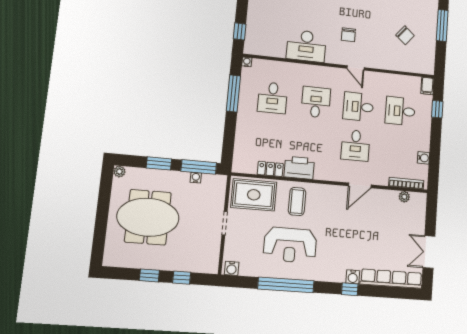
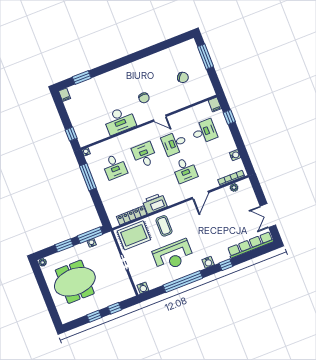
desk: (400, 111) -> (204, 132), turned 180
locker: (270, 169) -> (132, 215), width x1.53
water cooler: (353, 277) -> (208, 262), moved

